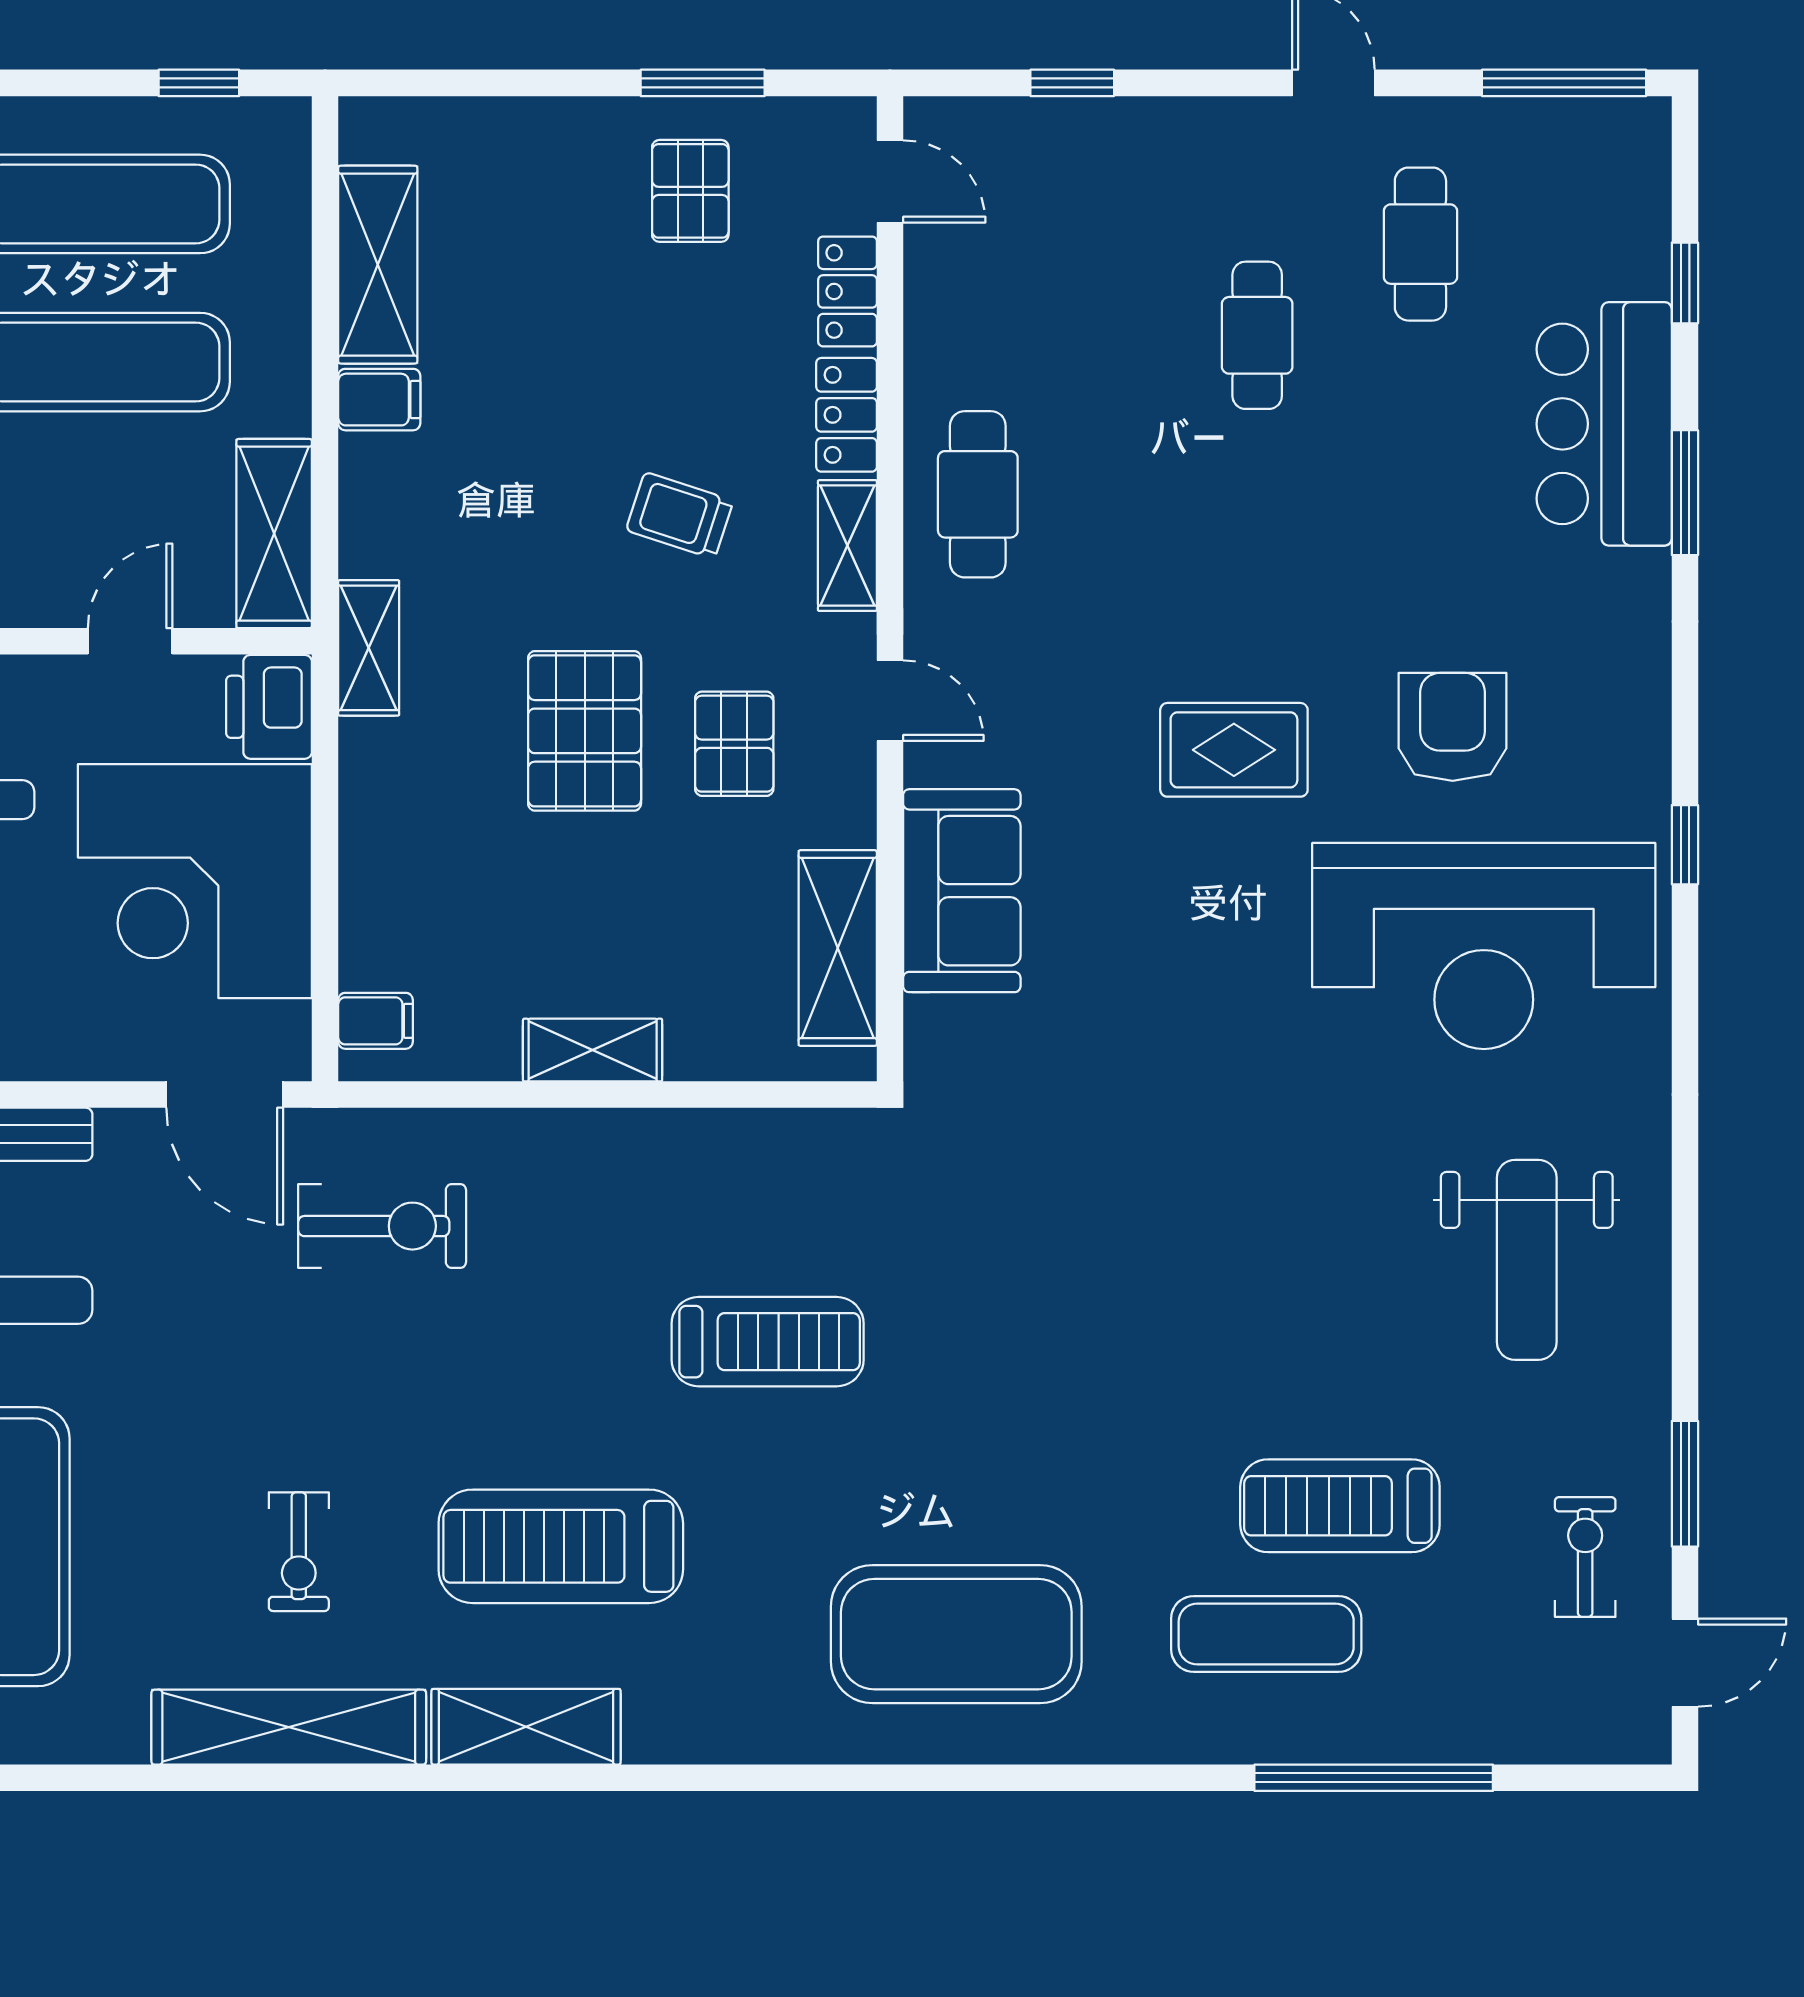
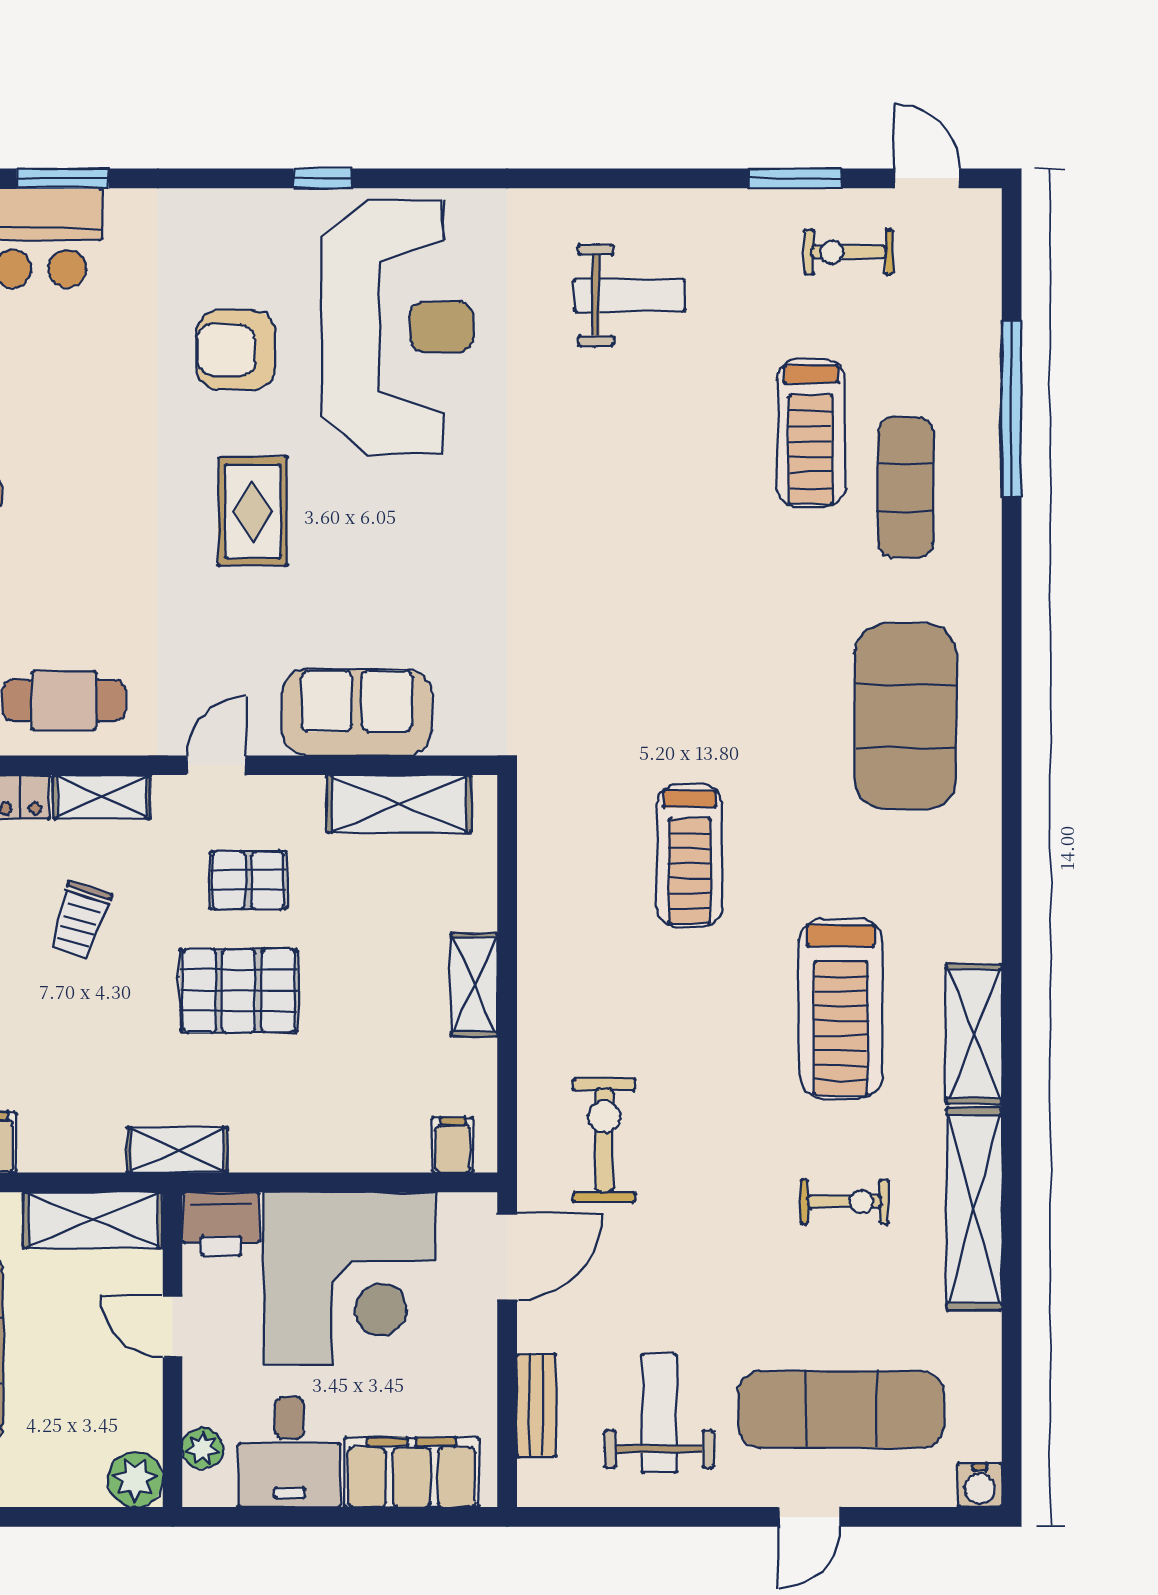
weight bench: (1527, 1260) -> (629, 295), width x0.73, depth x0.75
treadmill: (768, 1342) -> (690, 856), turned 180

